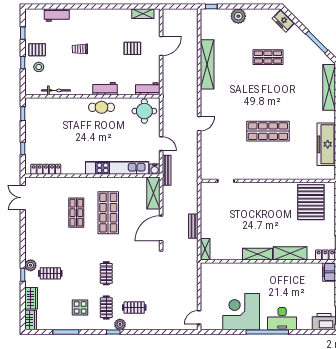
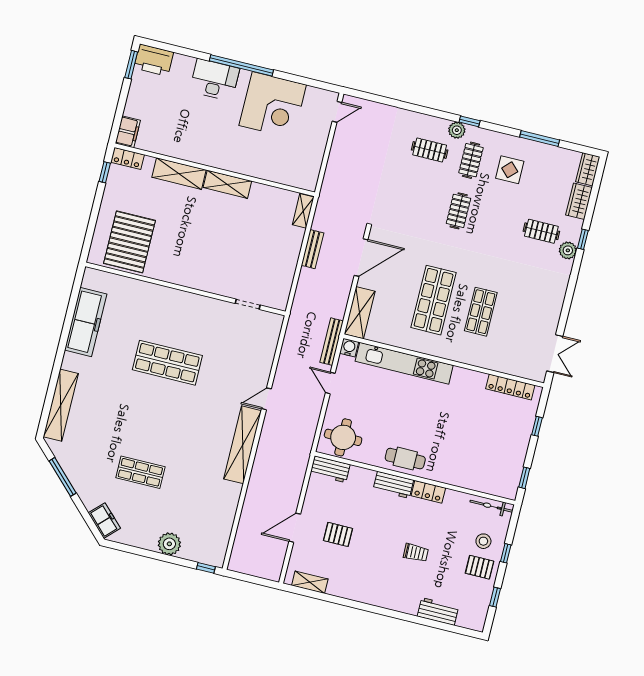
shelving: (207, 64) -> (243, 445), moved
bicycle: (56, 90) -> (491, 506), moved
locker: (82, 90) -> (428, 492), added

